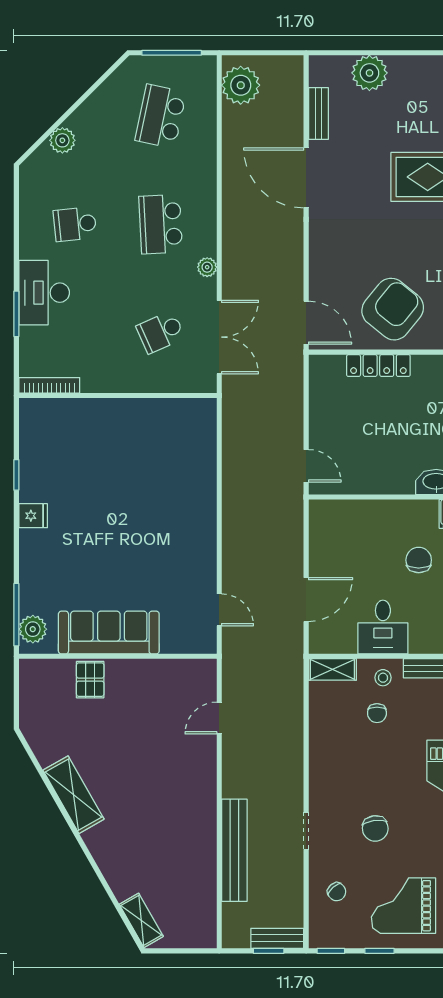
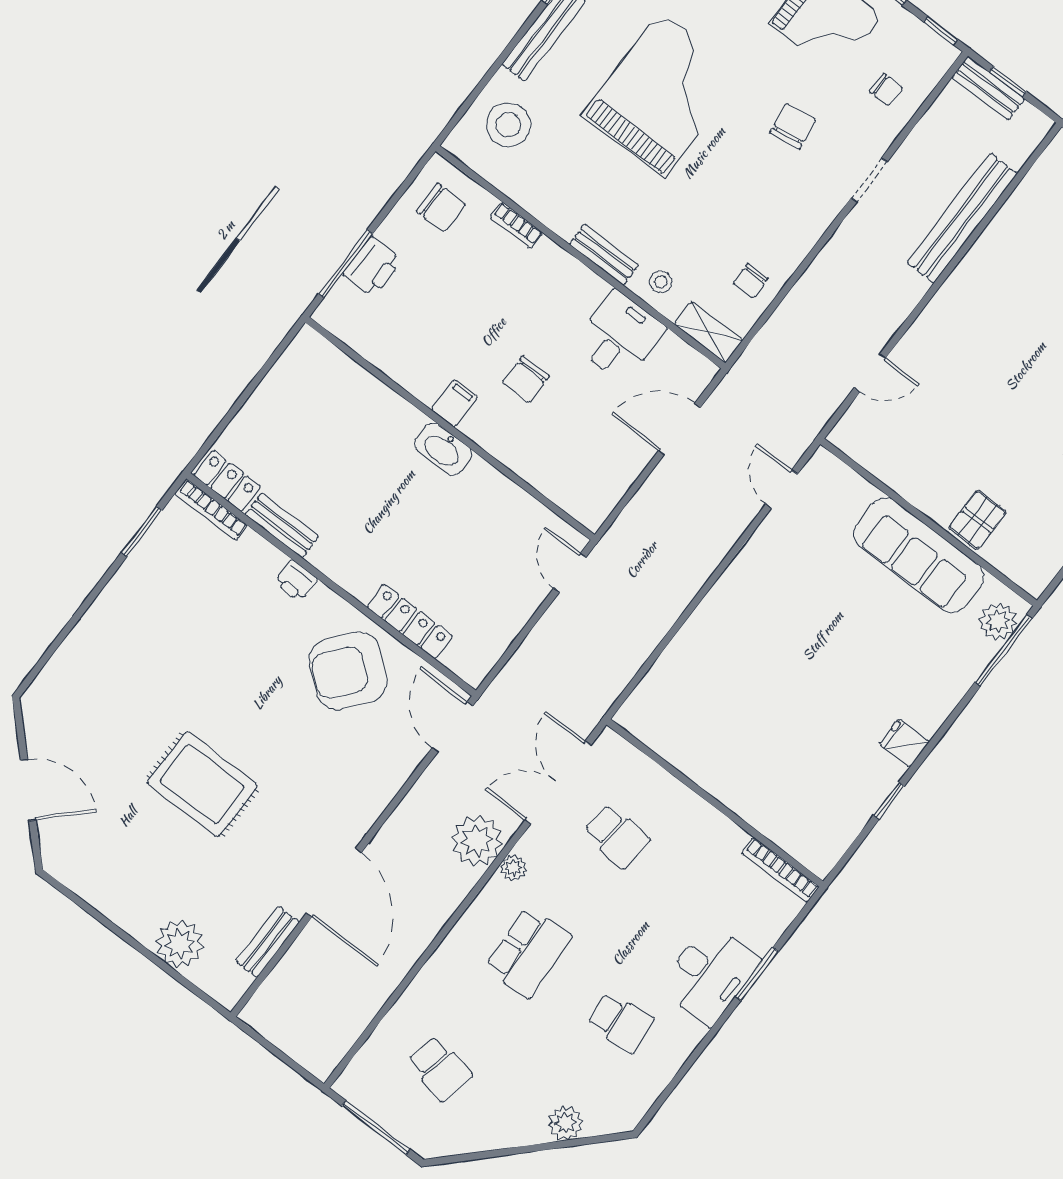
plant: (241, 85) -> (477, 841), moved
school desk: (161, 116) -> (440, 1068), width x0.54
school desk: (161, 332) -> (617, 836), turned 30
chair: (377, 713) -> (751, 281), moved, turned 180
chair: (337, 892) -> (886, 90), turned 132

